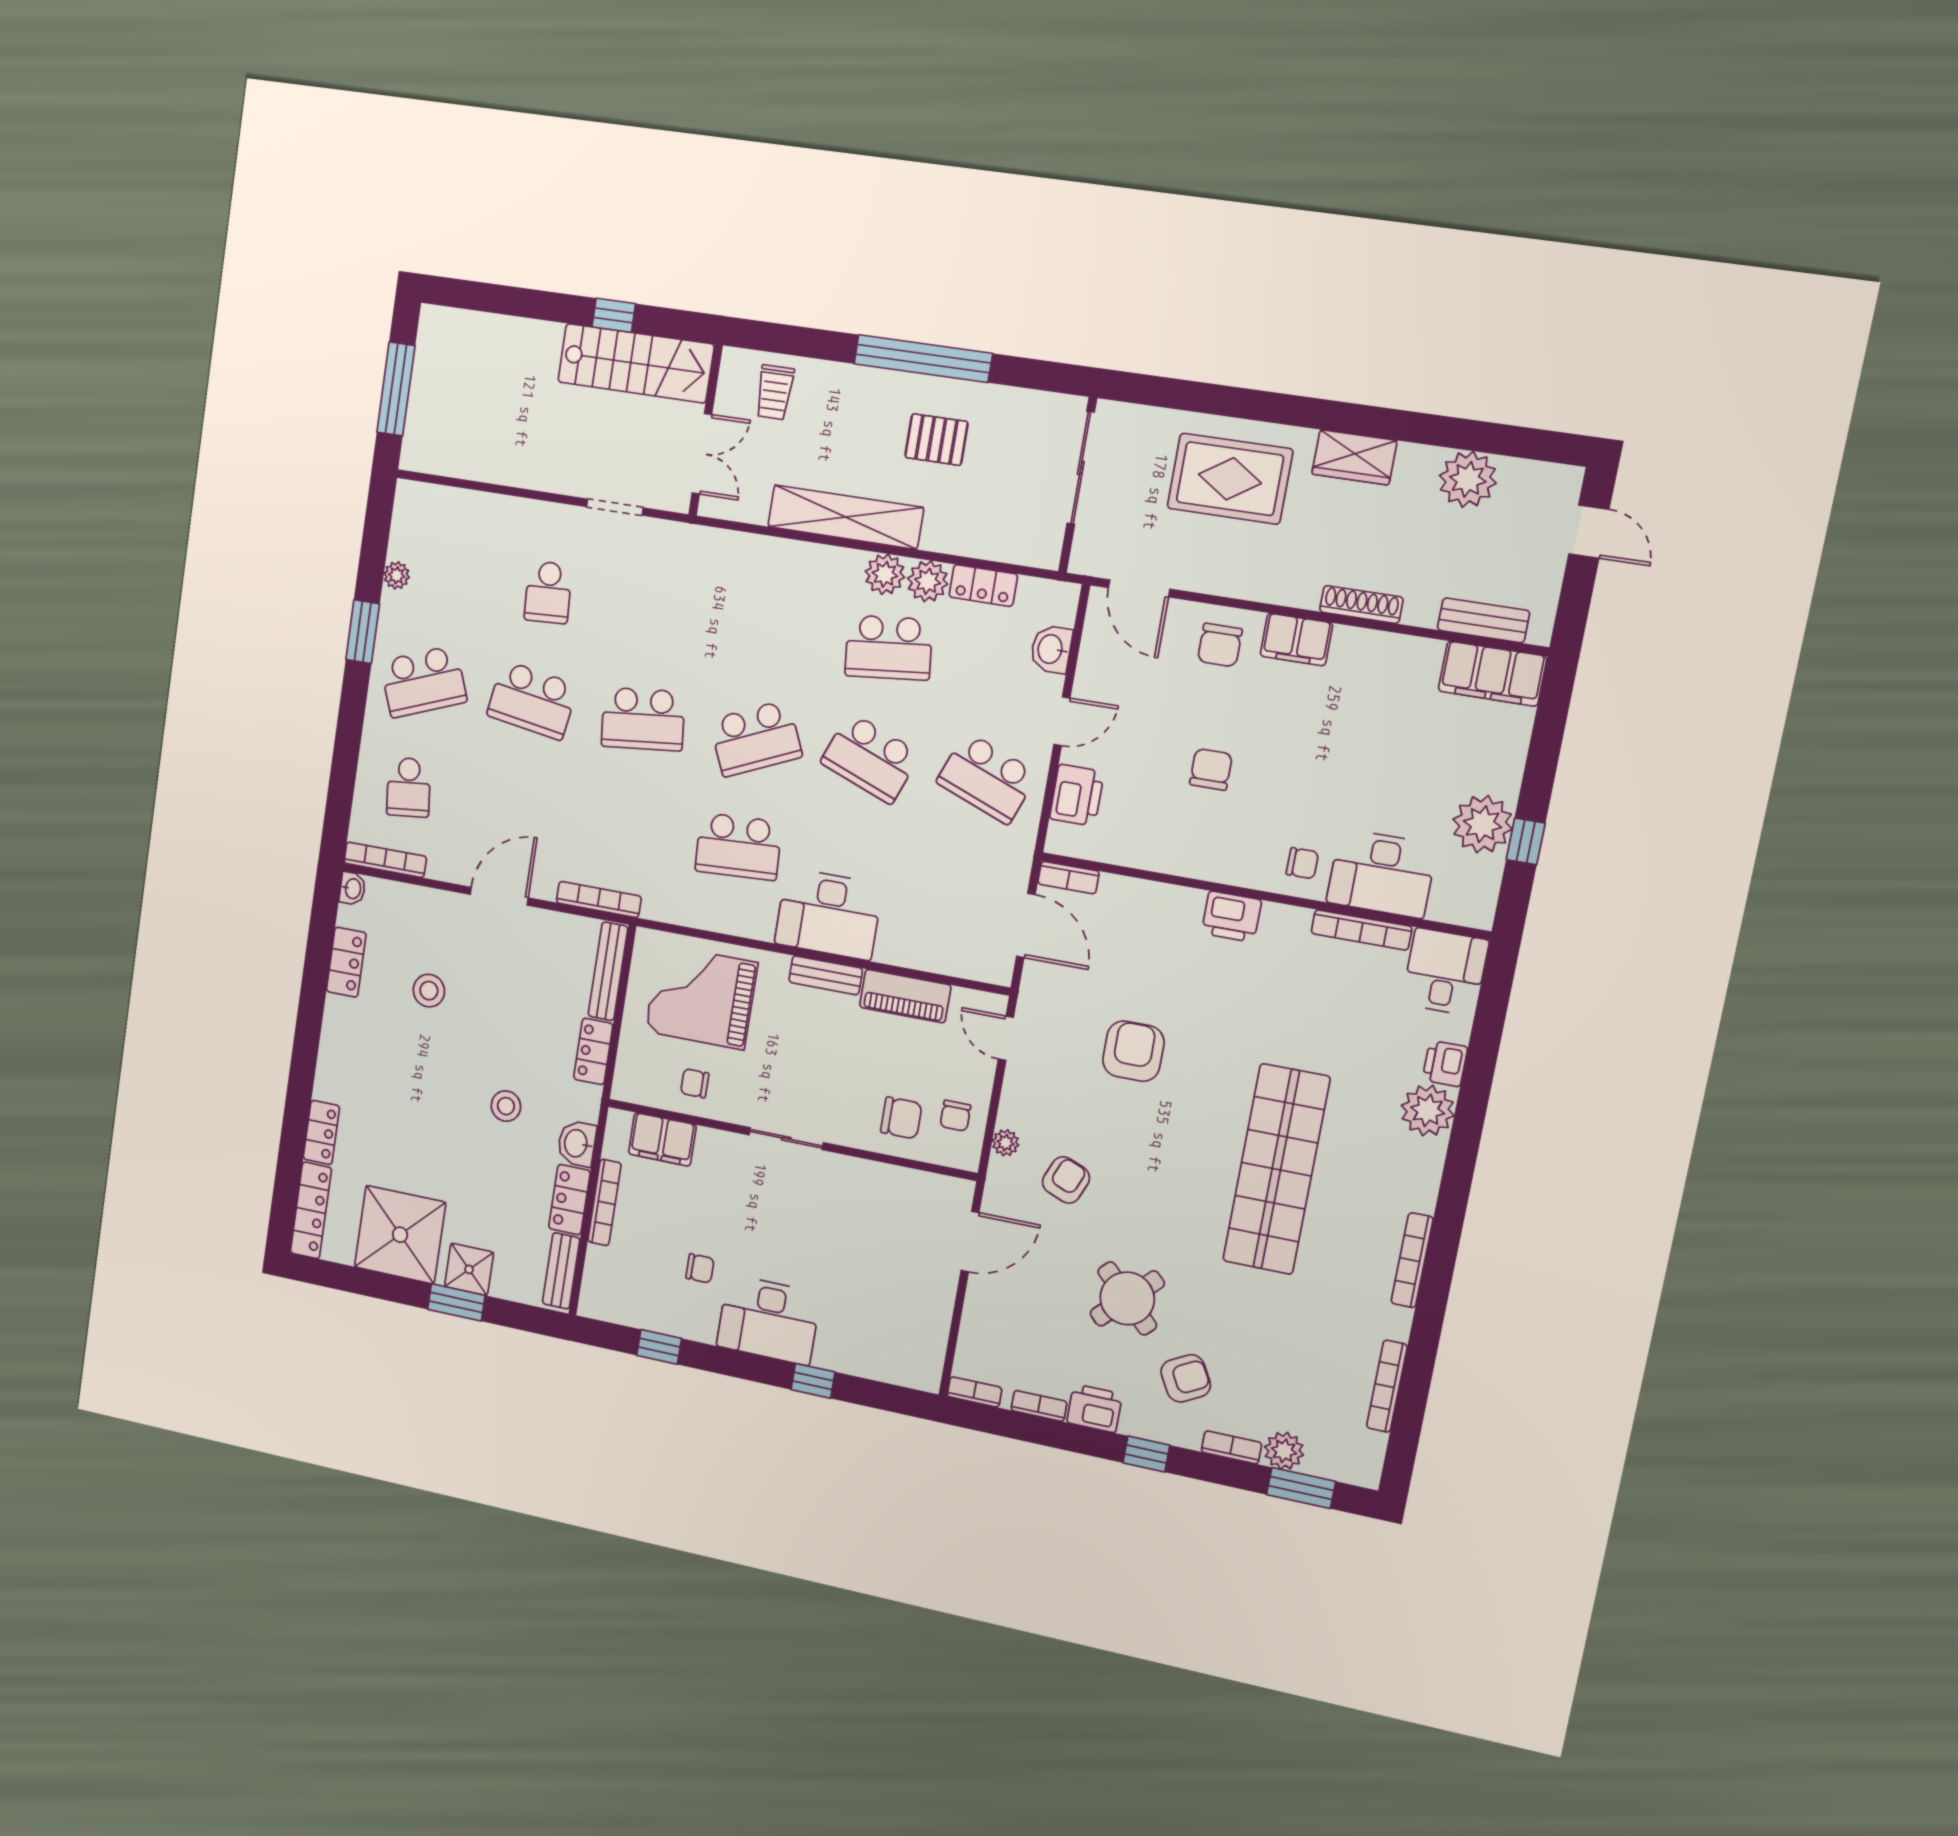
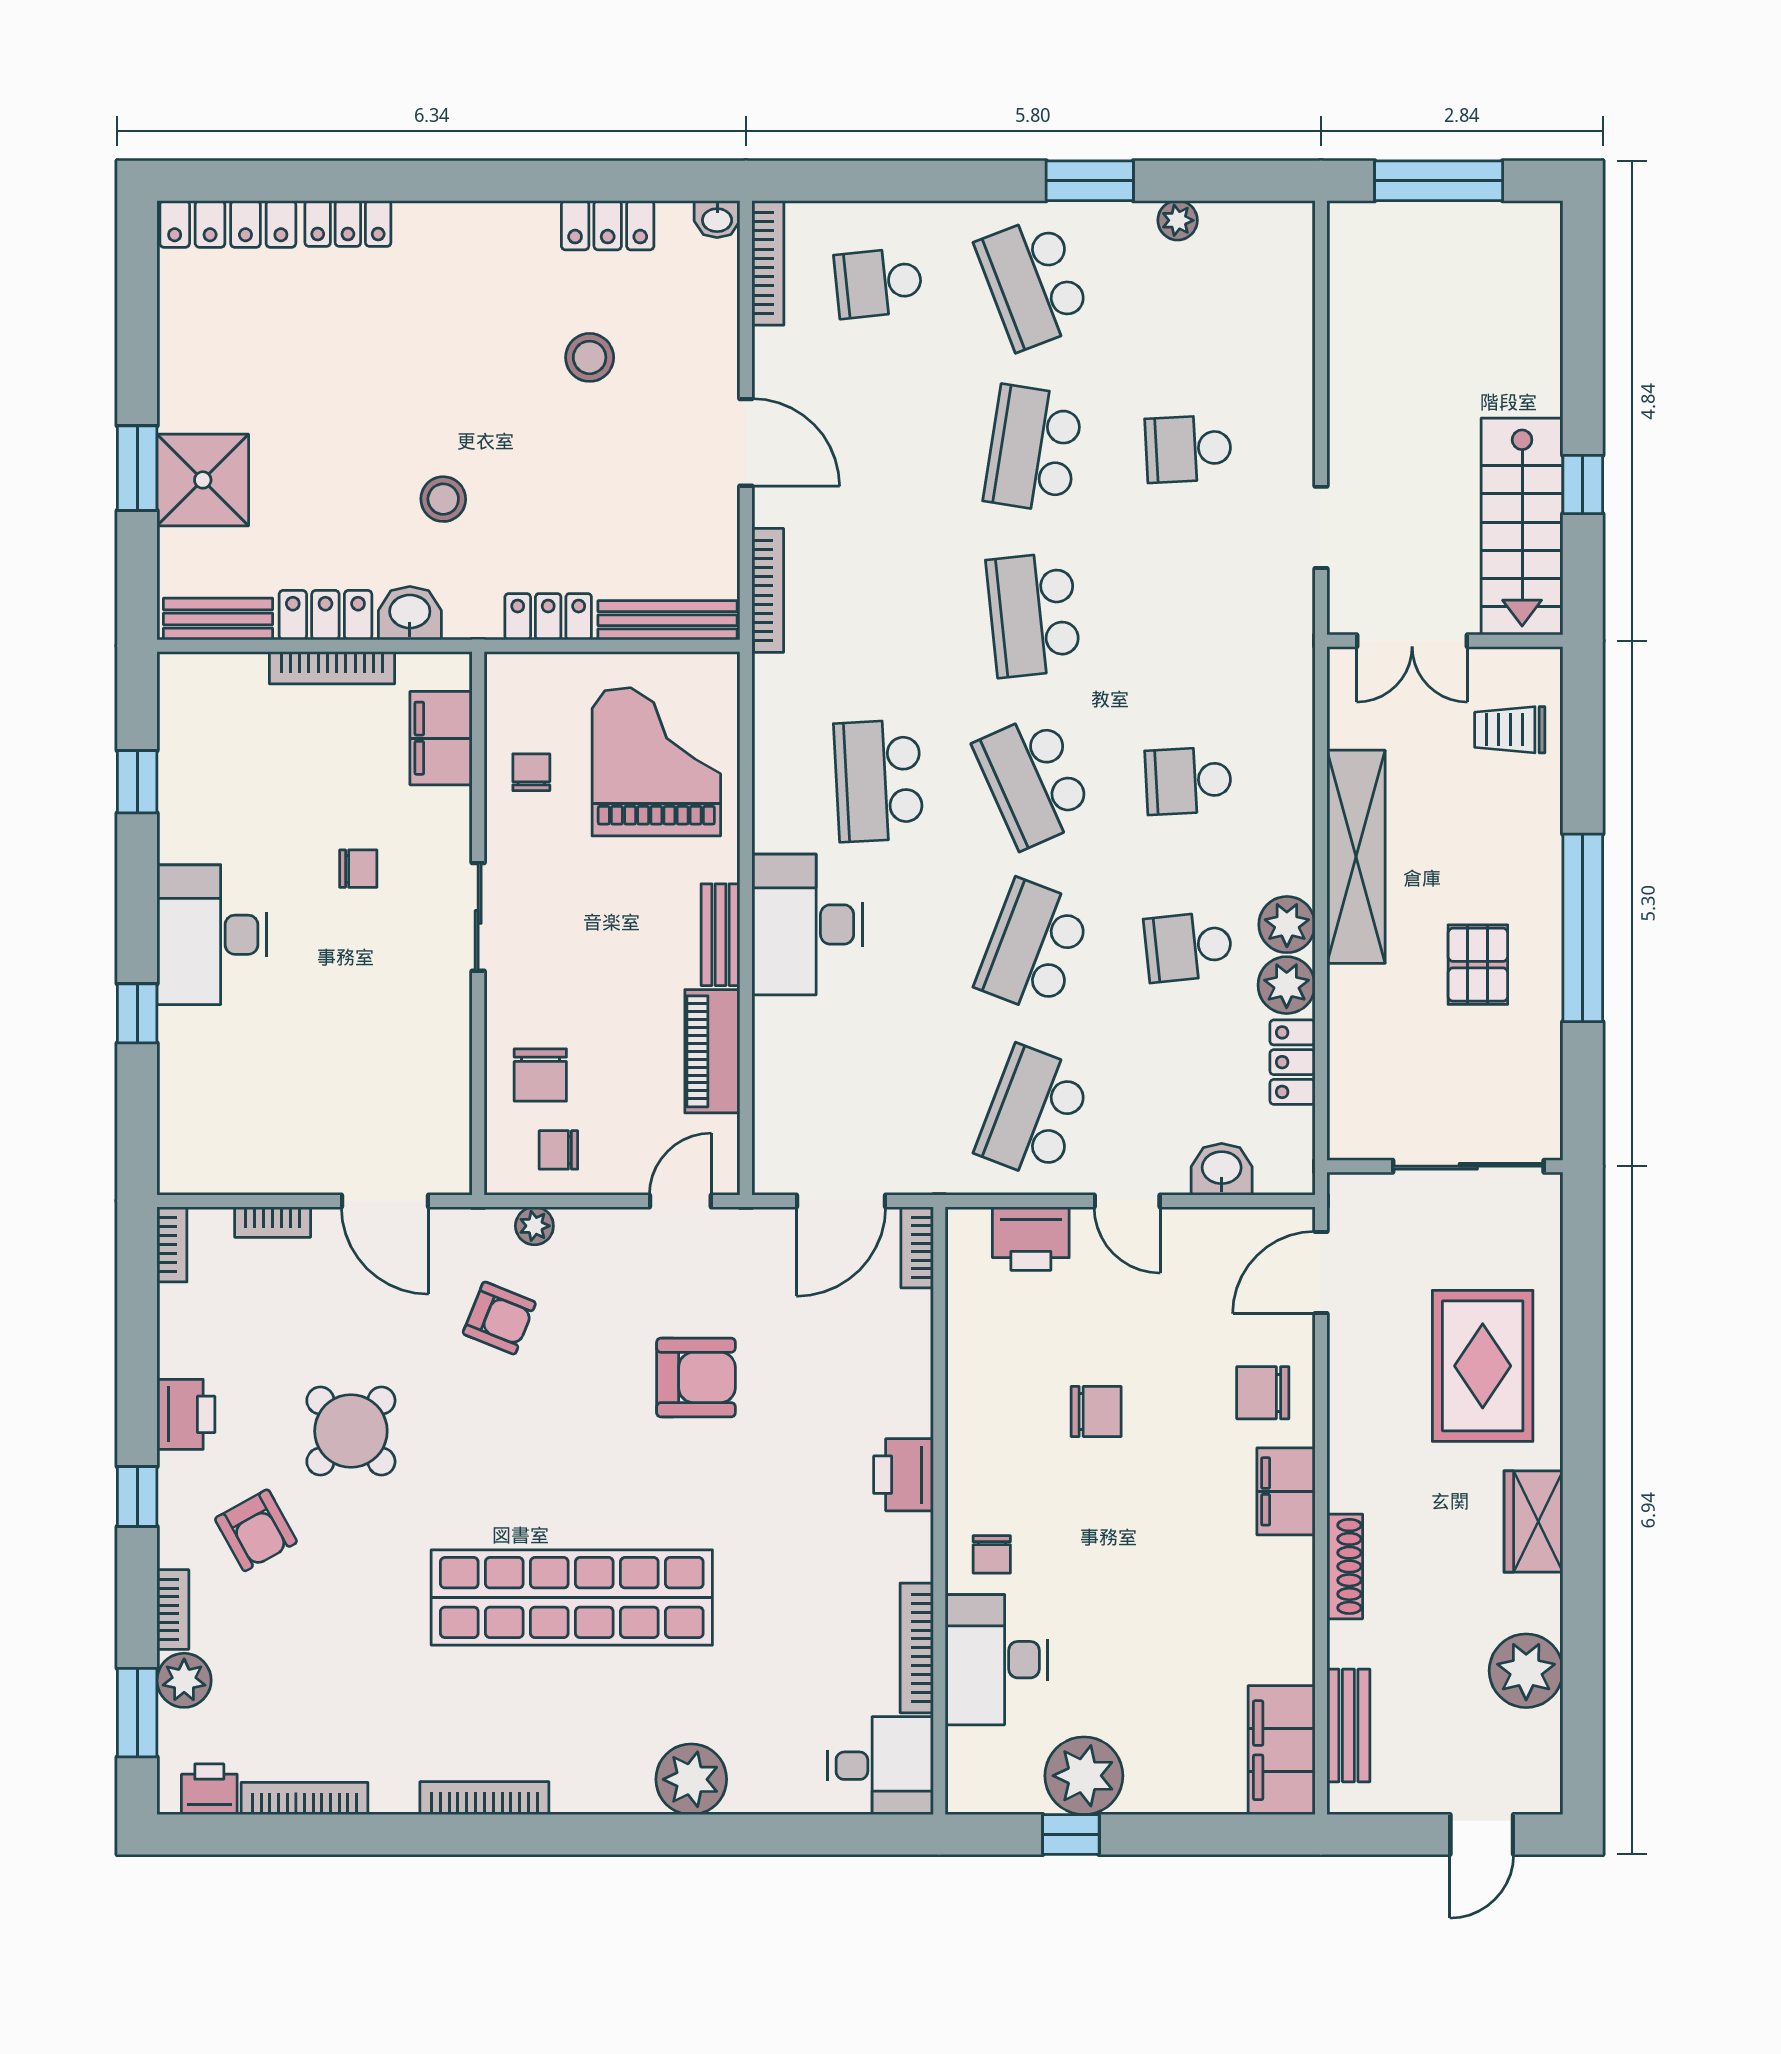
school desk: (773, 629) -> (1188, 781), added
school desk: (889, 648) -> (1188, 947), width x0.54
printer: (1445, 1064) -> (209, 1789), moved
shower: (400, 1235) -> (220, 367), removed
chair: (700, 1268) -> (358, 869), moved, turned -90
shower: (469, 1269) -> (203, 480), width x1.36, depth x1.36
bookcase: (1039, 1406) -> (273, 1222), moved, turned 90

